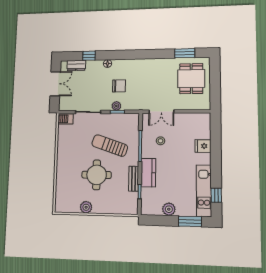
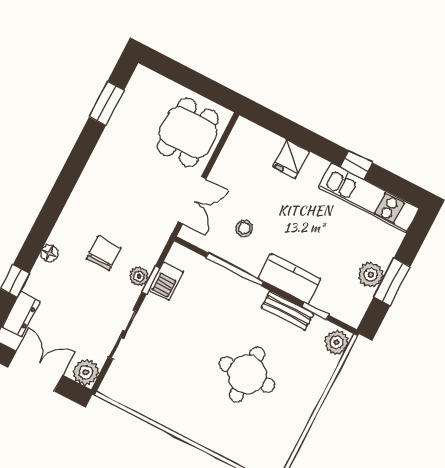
dining table: (191, 79) -> (188, 132), moved, turned 90
plant: (65, 105) -> (86, 372), added
barbecue: (66, 119) -> (166, 281), moved
sun lounger: (110, 145) -> (206, 324), removed
window: (216, 195) -> (356, 165), moved
plant: (86, 207) -> (336, 342), moved
window: (190, 221) -> (392, 282), moved

